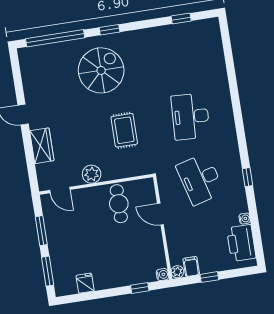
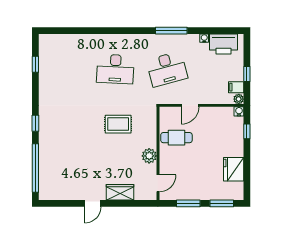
spiral stairs: (101, 70) -> (67, 135), removed
window: (247, 177) -> (171, 31), width x2.17
fridge: (85, 283) -> (234, 169), width x1.88, depth x1.34

